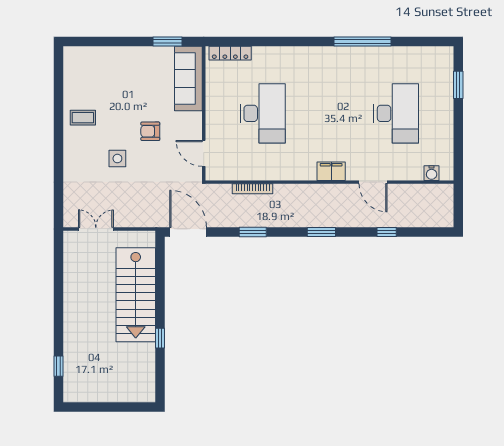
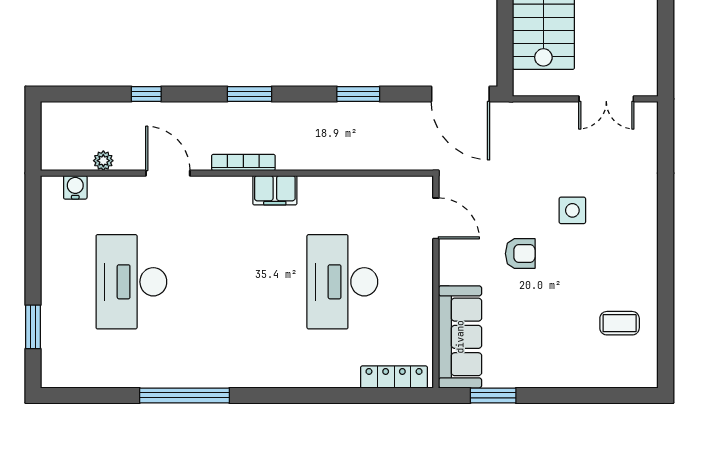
coffee table: (83, 118) -> (620, 323), moved
filing cabinet: (331, 171) -> (275, 190), moved
bookcase: (253, 189) -> (243, 162), moved
plant: (414, 190) -> (103, 161), added

